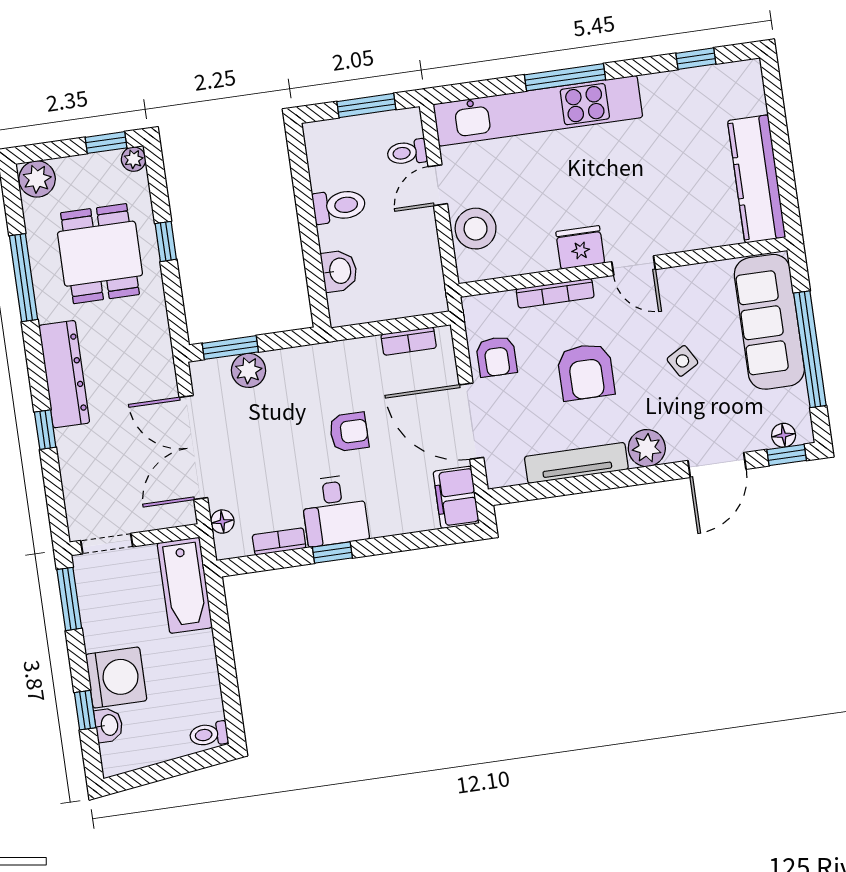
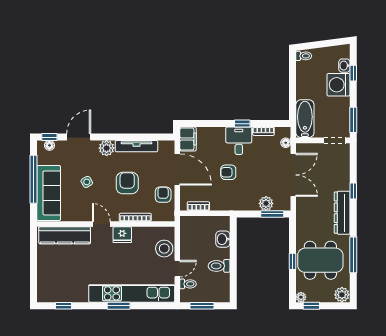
window: (565, 77) -> (119, 306), width x0.69
kitchen counter: (757, 179) -> (65, 235), moved, turned 90
dining table: (100, 254) -> (320, 260), width x1.38

